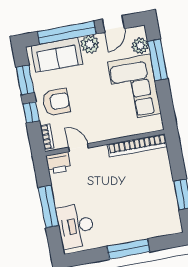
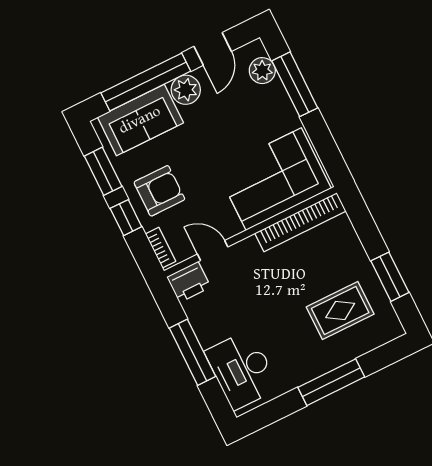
corner sofa: (134, 87) -> (274, 179), moved, turned 90
rug: (146, 207) -> (340, 310), added

